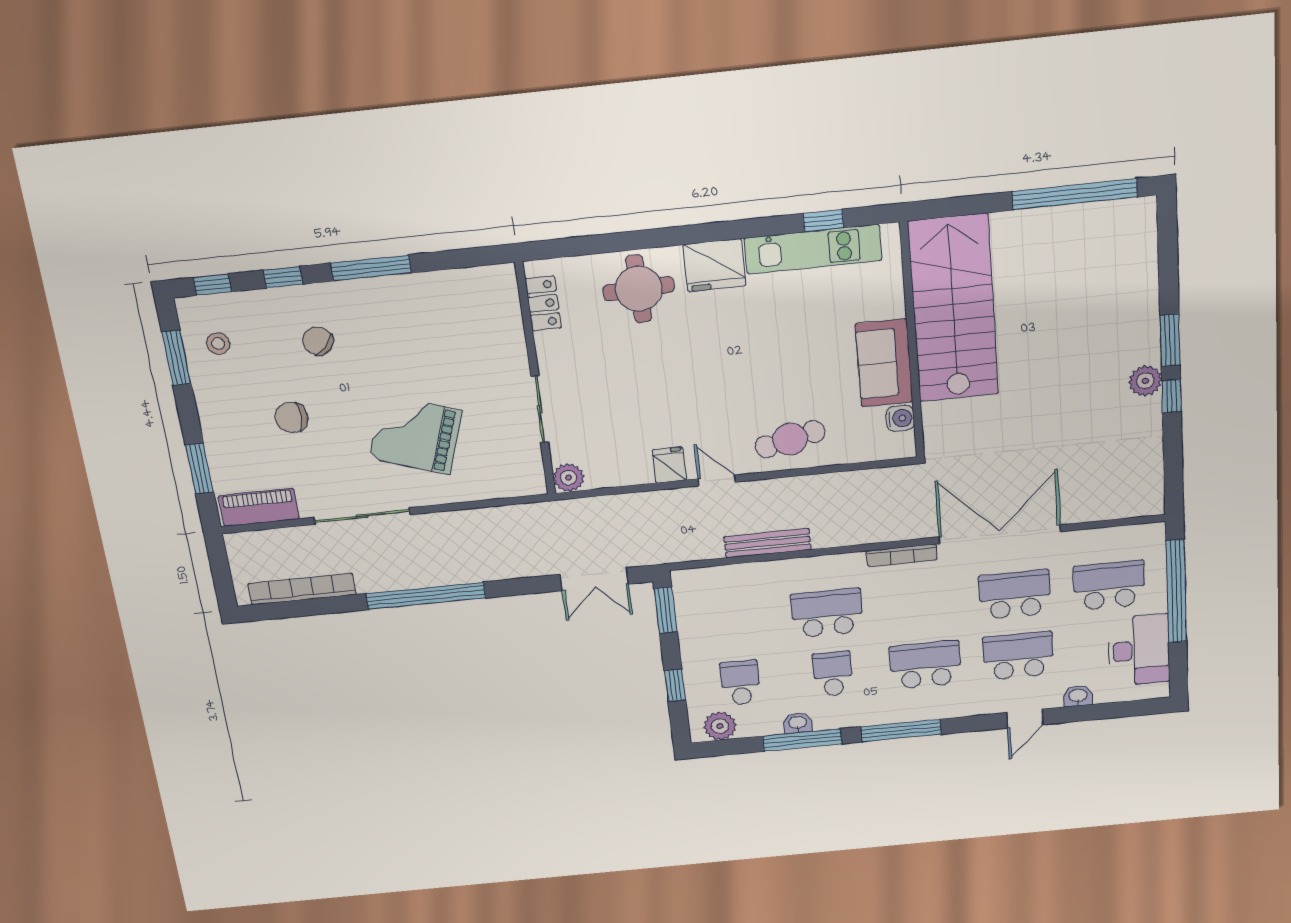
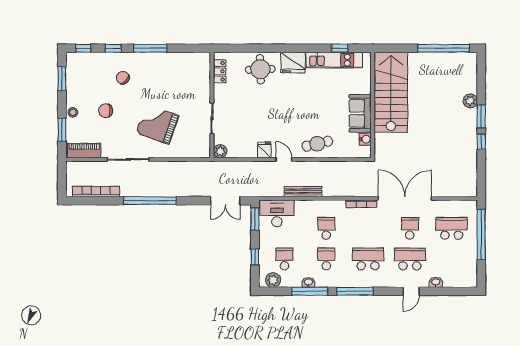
stool: (218, 344) -> (73, 112), moved
plant: (1145, 381) -> (470, 101), moved
school desk: (1015, 595) -> (410, 228), width x0.54
school desk: (827, 613) -> (326, 228), width x0.54
desk: (1139, 650) -> (277, 213), moved, turned -90

